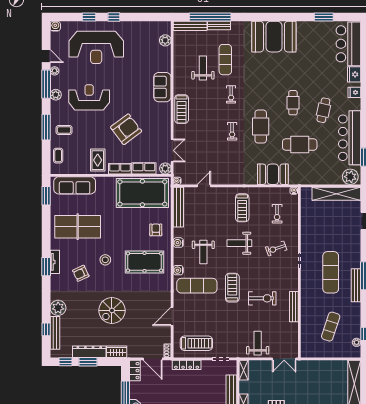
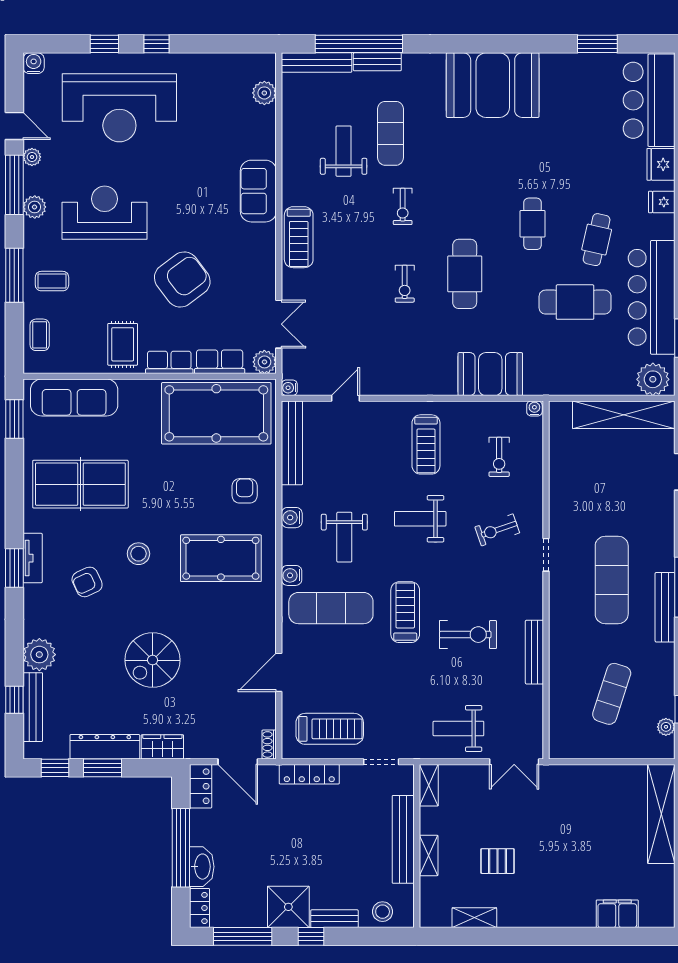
cafe table: (300, 145) -> (575, 302), moved
weight bench: (258, 343) -> (458, 728), turned -90

